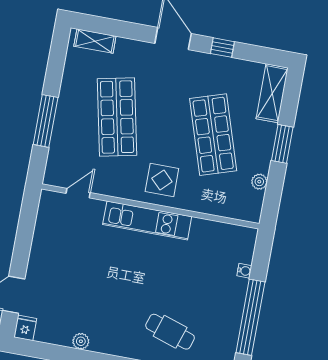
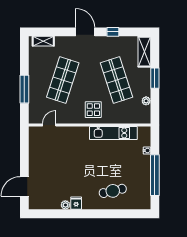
shop shelf: (117, 117) -> (63, 80), turned 30
kitchen unit: (147, 220) -> (113, 133), moved
fridge: (25, 328) -> (76, 203), moved
cafe table: (170, 332) -> (113, 191), turned -31

